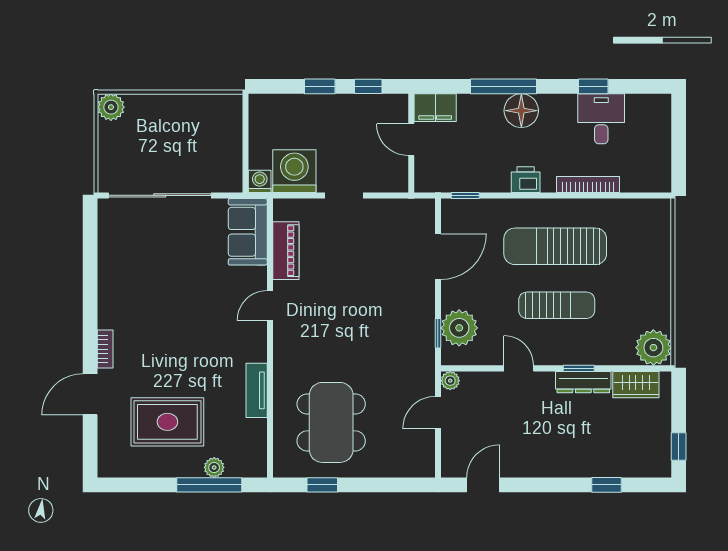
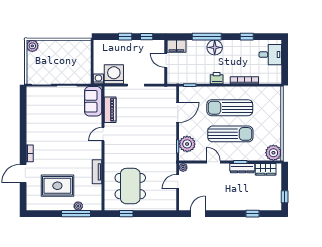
desk: (601, 119) -> (270, 55), moved, turned 90
sun lounger: (557, 305) -> (230, 134), width x1.36, depth x1.34

